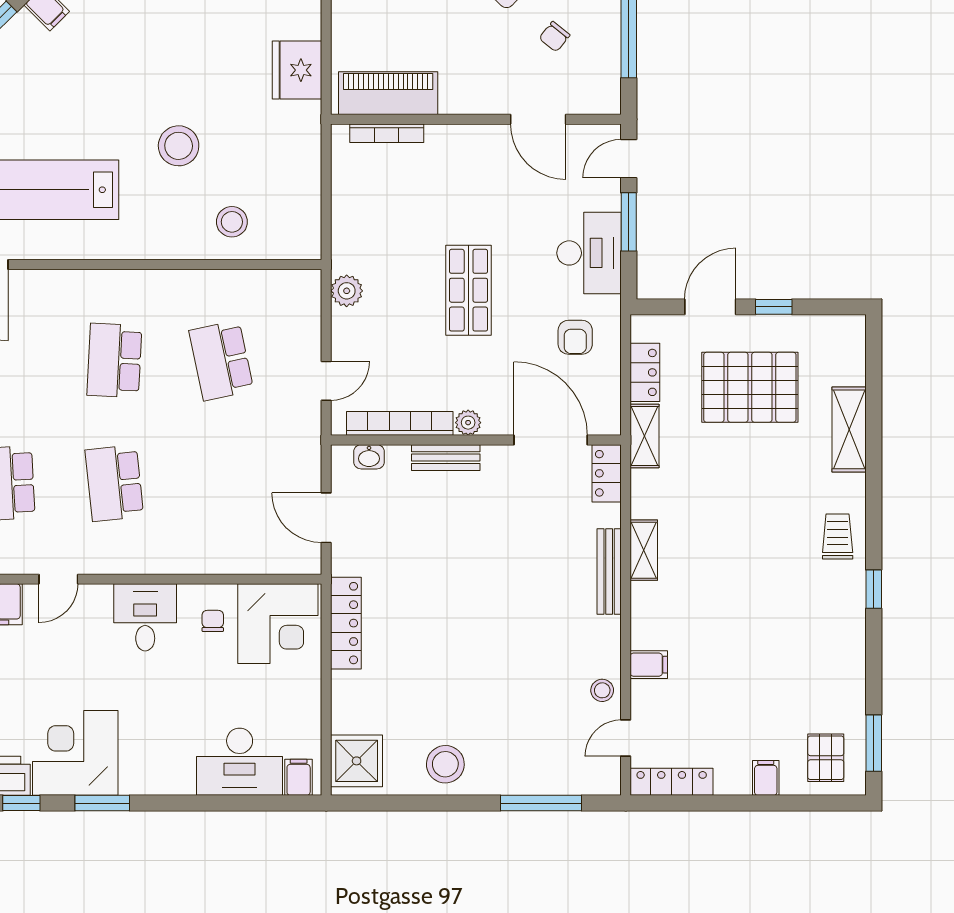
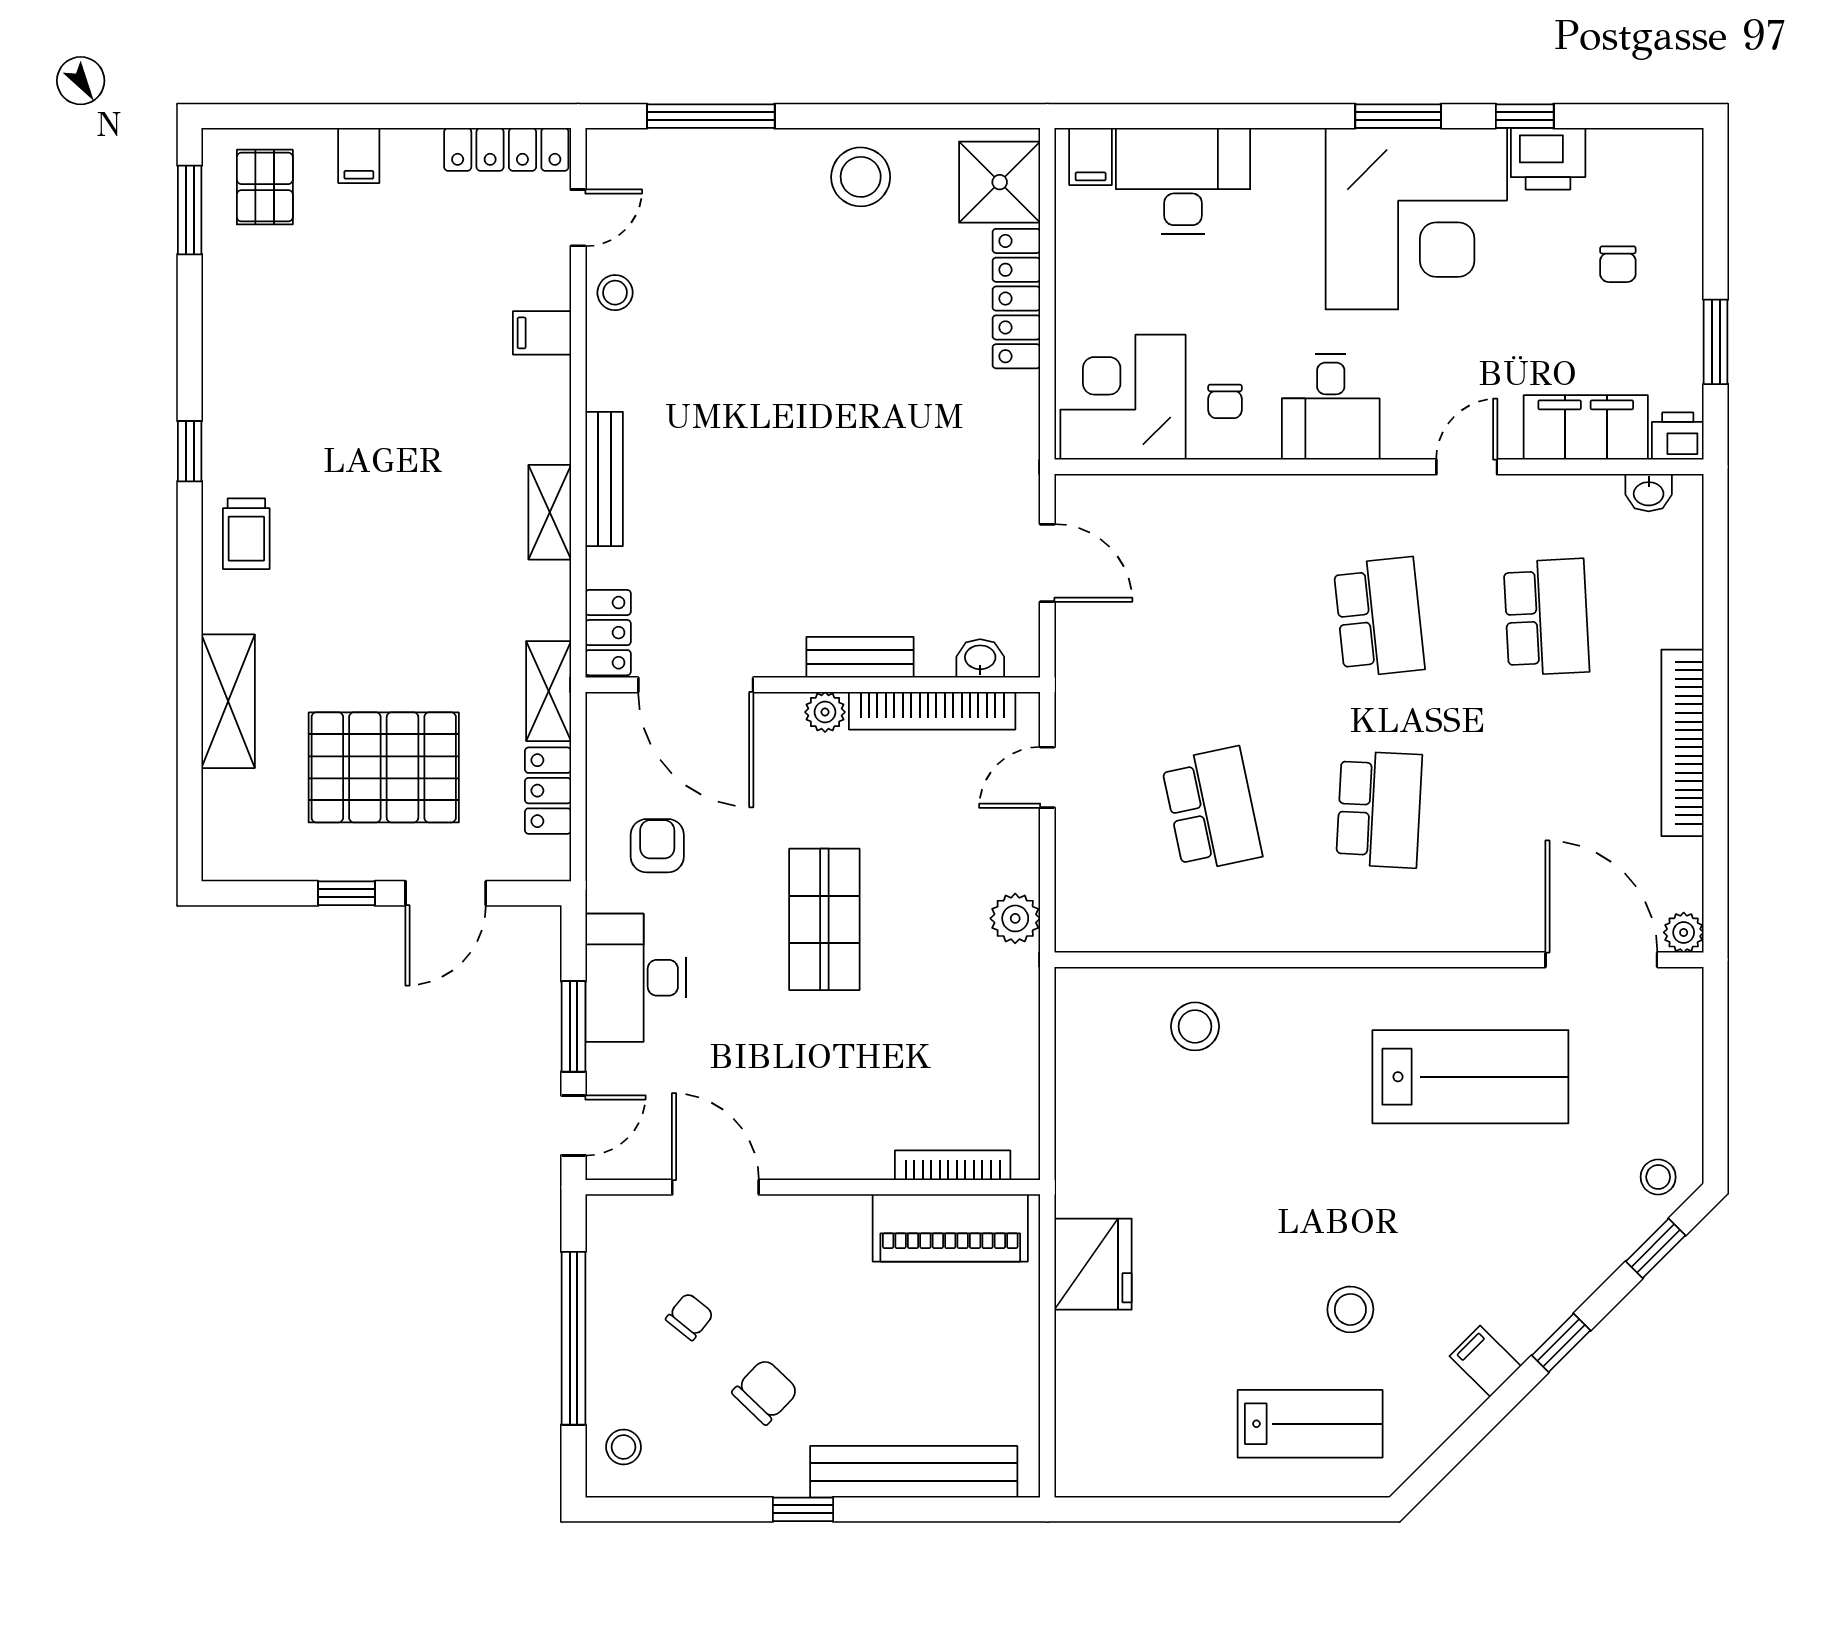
stool: (179, 146) -> (1350, 1309), moved, width x0.73, depth x0.73
locker: (346, 623) -> (1016, 299), moved
corner desk: (75, 753) -> (1416, 219), width x1.36, depth x1.36

